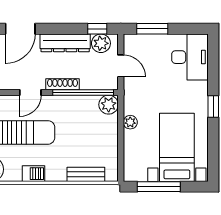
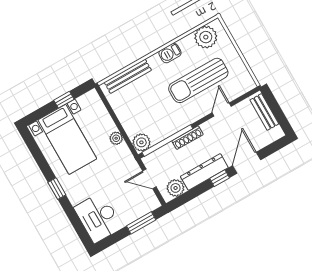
window: (97, 29) -> (220, 178), moved
door: (30, 92) -> (222, 110), moved
bench: (86, 174) -> (128, 76), width x1.36
window: (159, 187) -> (64, 100), width x0.46

